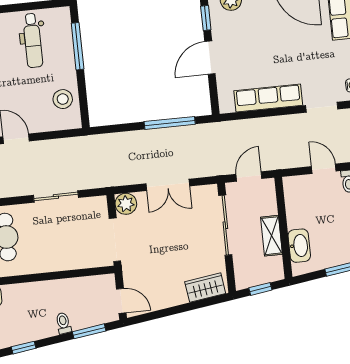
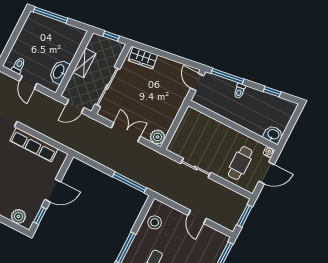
window: (170, 123) -> (129, 182), moved
doorway: (115, 240) -> (178, 120), removed
washbasin: (299, 246) -> (59, 72), moved
window: (89, 331) -> (227, 76), width x1.44

